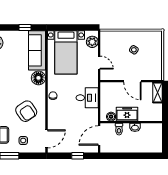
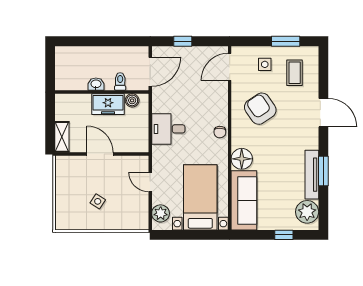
window: (25, 28) -> (284, 235), moved

